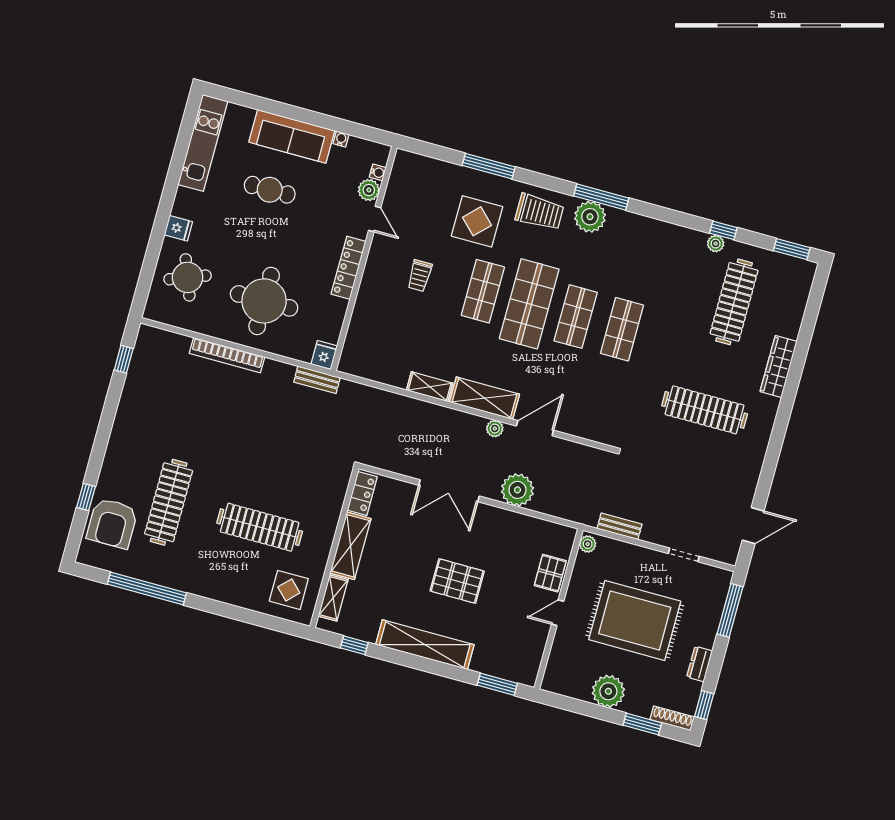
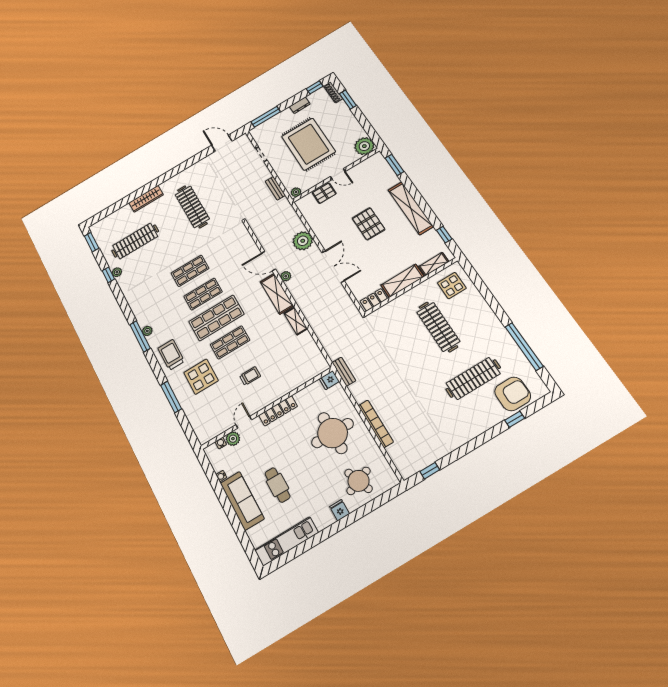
plant: (590, 217) -> (147, 331), width x0.53, depth x0.53
plant: (608, 691) -> (364, 146), moved

